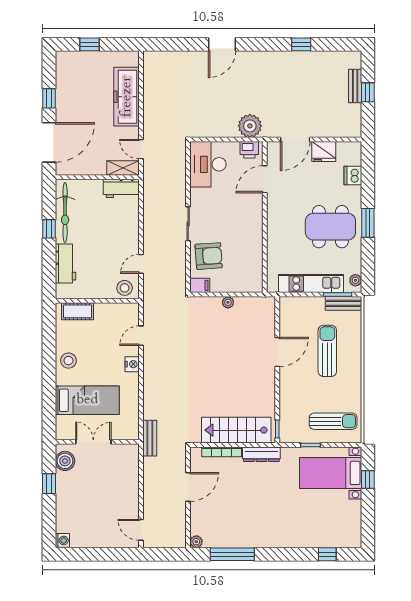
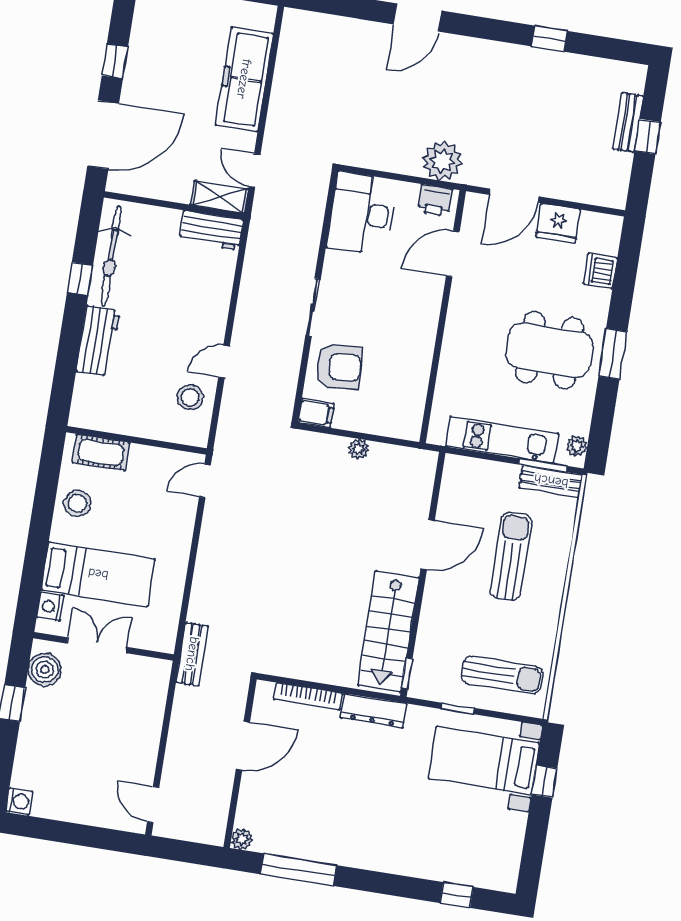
wall: (97, 301) -> (137, 440), moved
cot: (77, 311) -> (101, 452), moved
nightstand: (132, 364) -> (50, 607), moved, turned 180
stairs: (236, 430) -> (388, 631), moved, turned -90

